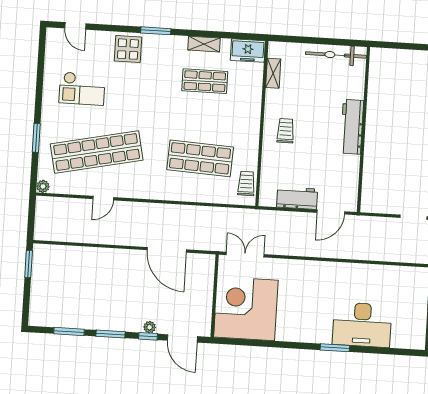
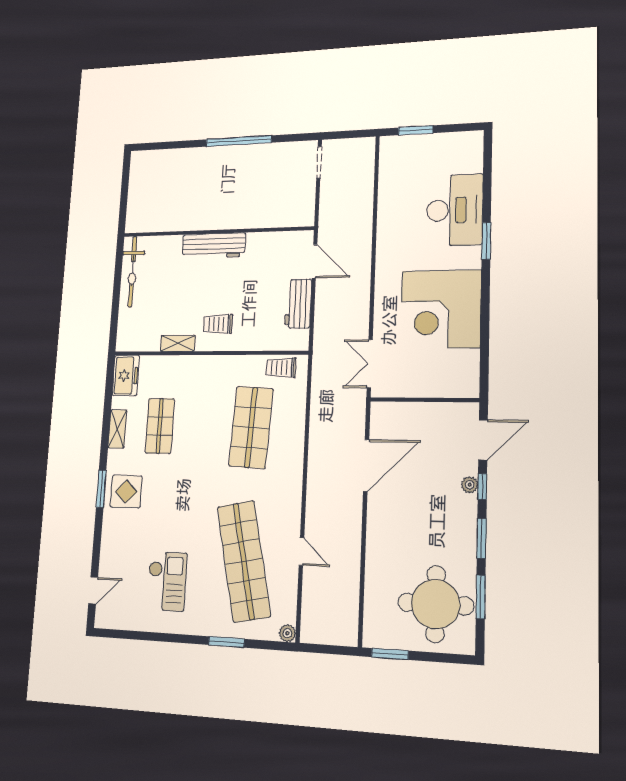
display table: (128, 49) -> (126, 492), moved
shelving: (273, 73) -> (178, 343), moved
round table: (64, 299) -> (436, 604), added
corner desk: (246, 309) -> (441, 309), moved

